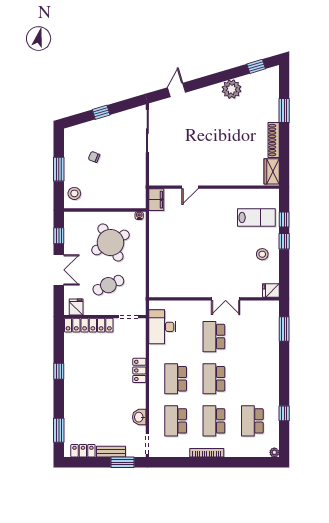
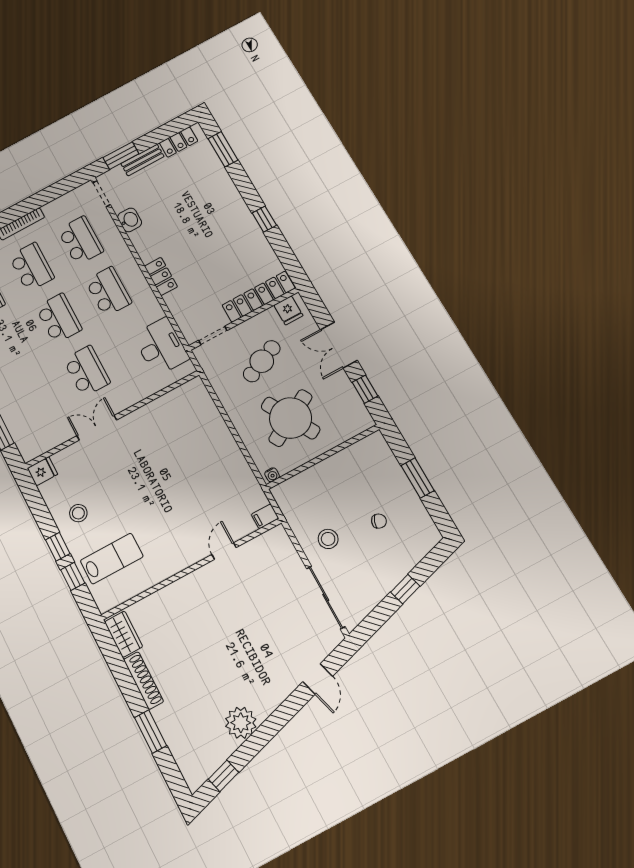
stool: (74, 193) -> (328, 539), moved
filing cabinet: (156, 200) -> (265, 516), width x0.50
lab bench: (256, 218) -> (112, 559), turned 180

